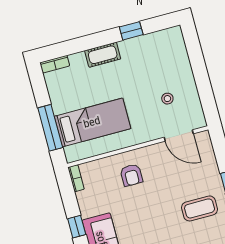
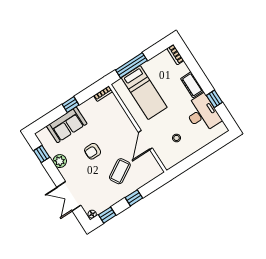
desk: (146, 54) -> (202, 114), added
door: (179, 136) -> (145, 140), moved
armchair: (131, 175) -> (93, 151), moved
coffee table: (200, 208) -> (120, 171), moved, turned 59

